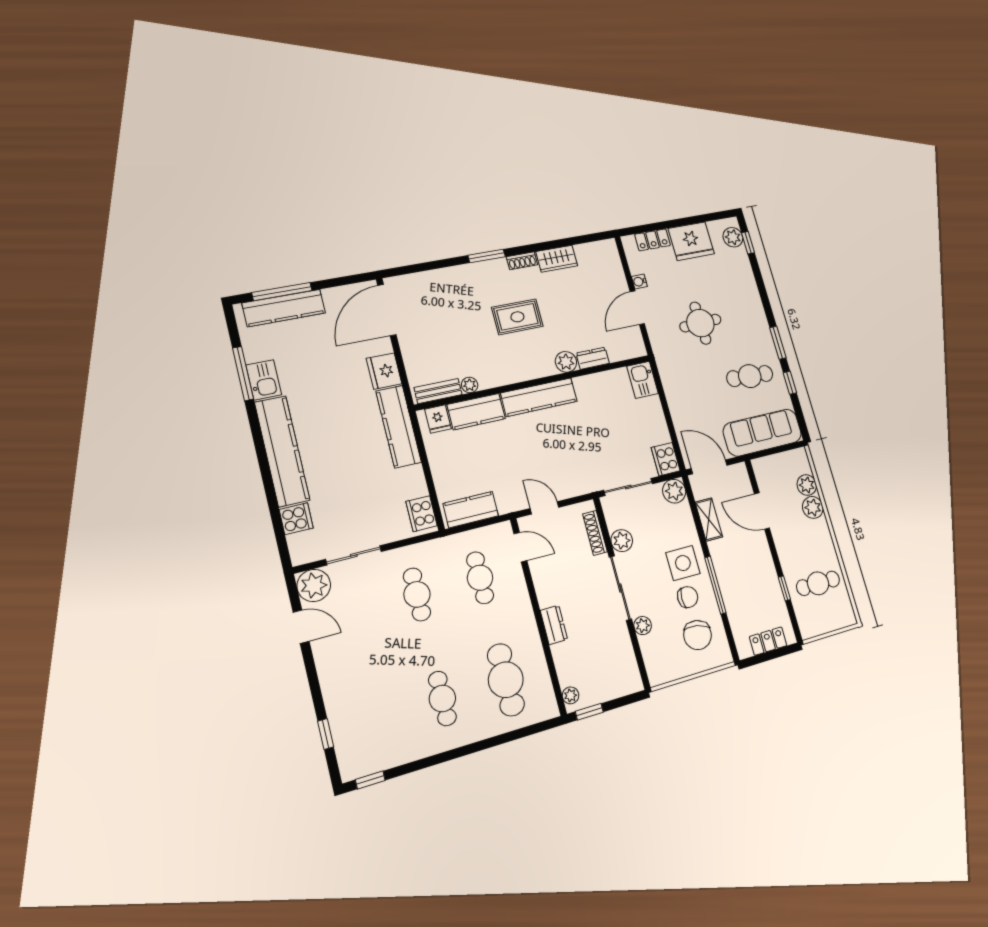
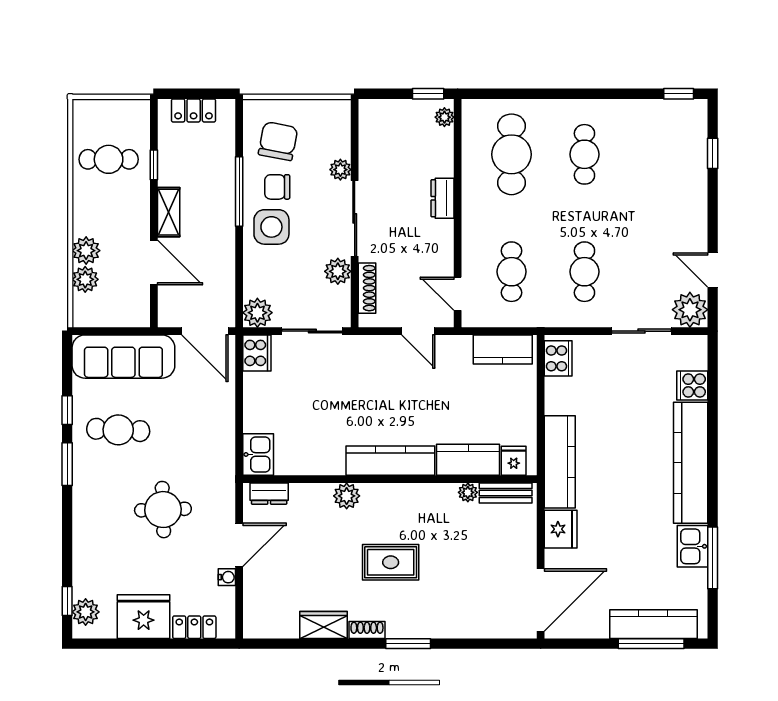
dresser: (593, 358) -> (269, 494), moved
shelving: (709, 520) -> (169, 212), moved

